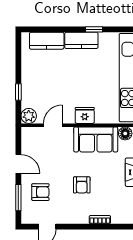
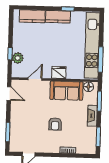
plant: (29, 116) -> (18, 58), moved
door: (18, 164) -> (9, 93), moved
armchair: (40, 192) -> (24, 128), removed

